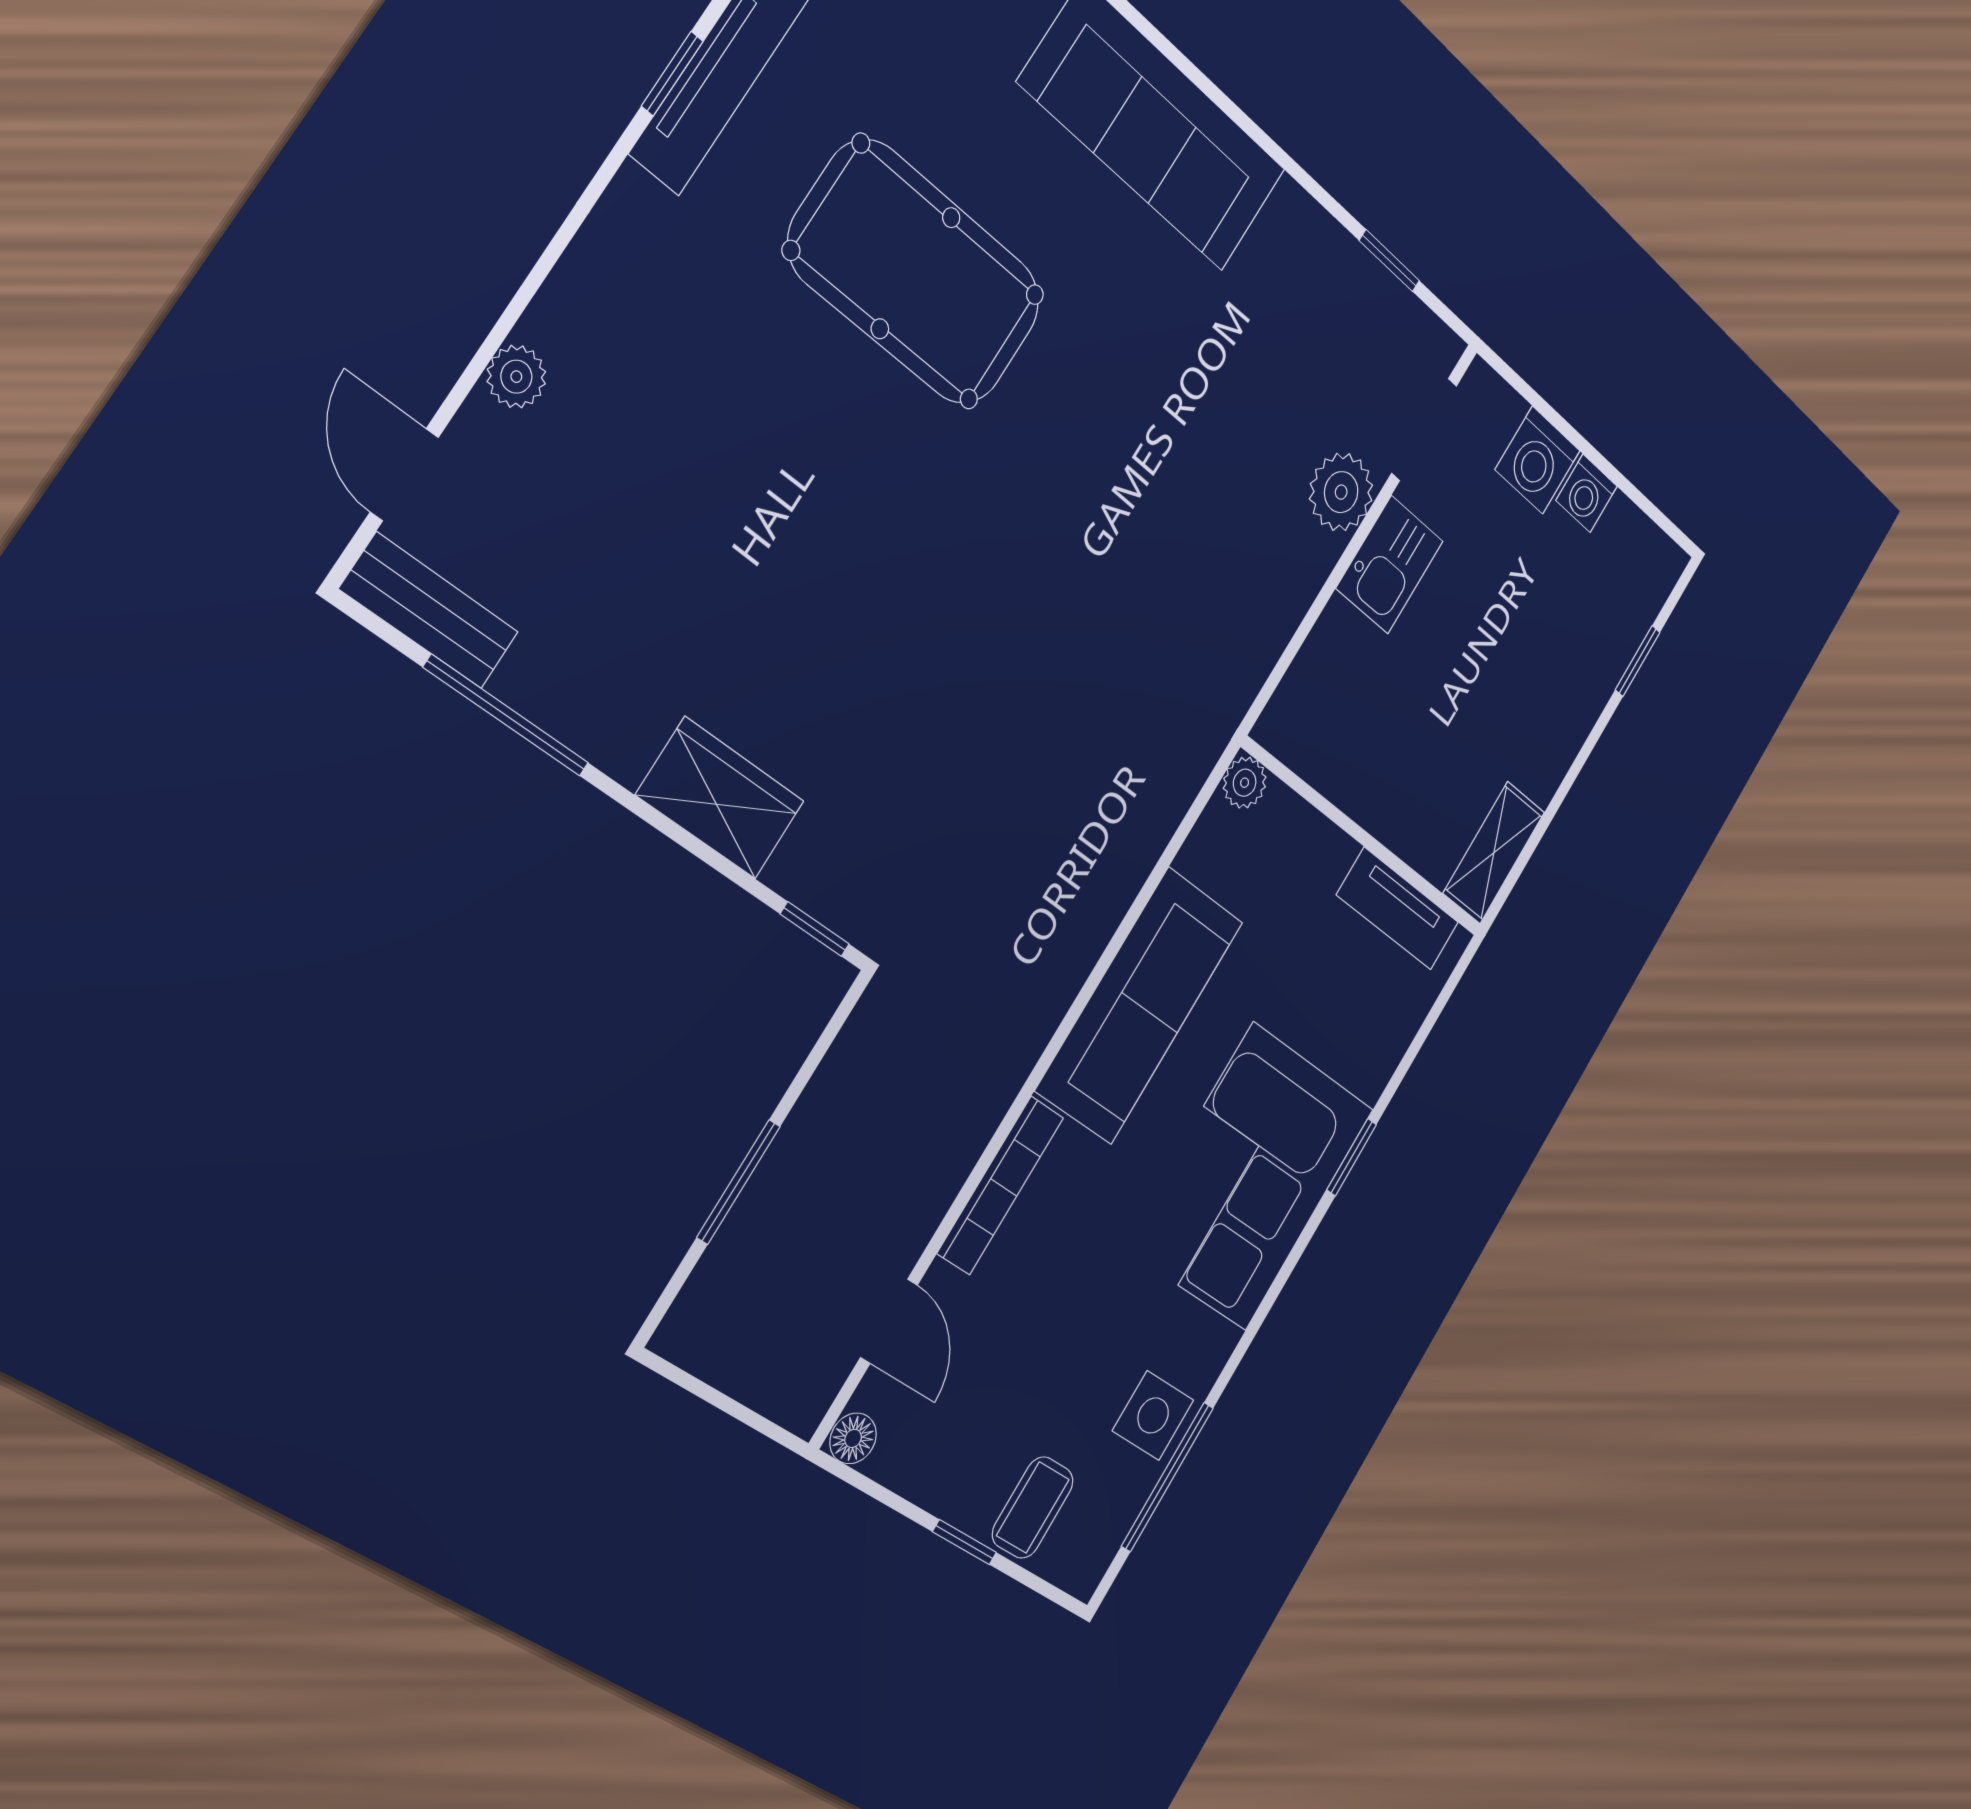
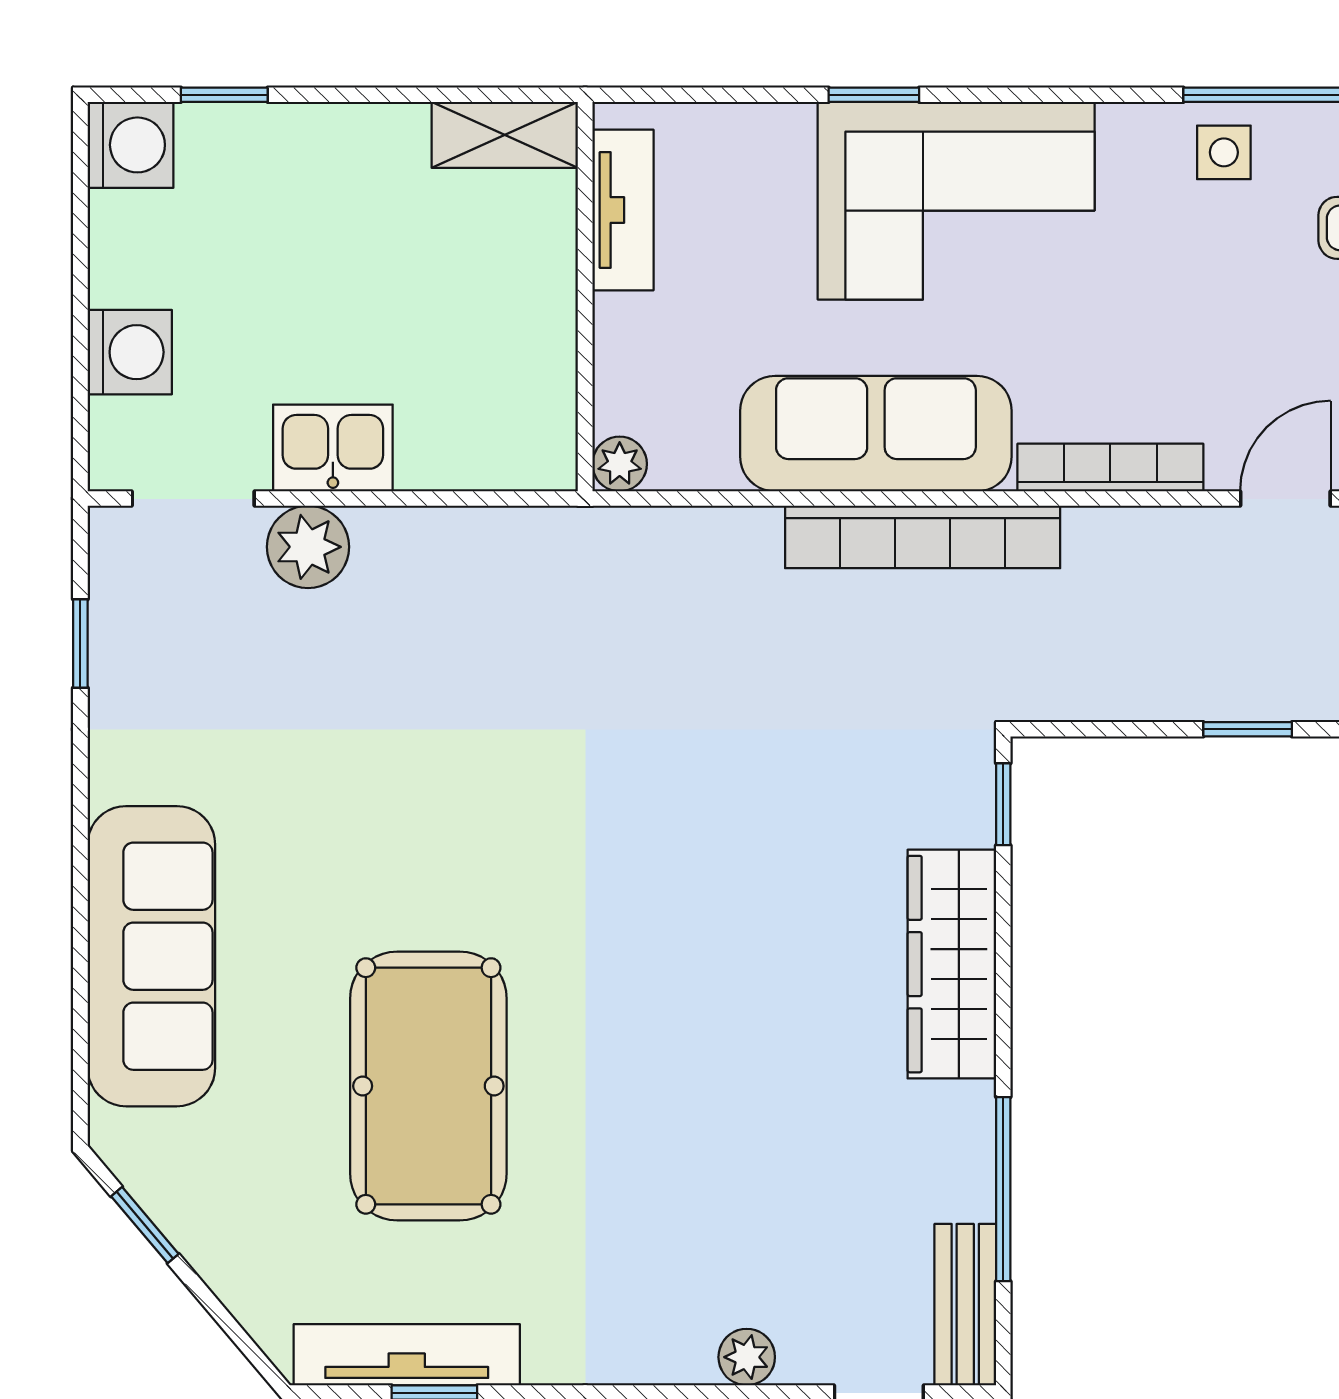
washing machine: (1586, 493) -> (131, 145), moved, width x1.38, depth x1.38
wardrobe: (720, 798) -> (952, 964), width x1.50
bookcase: (1048, 995) -> (923, 537), added
window: (738, 1182) -> (1248, 729), width x0.67
side table: (1153, 1415) -> (1224, 152), width x0.73, depth x0.73

